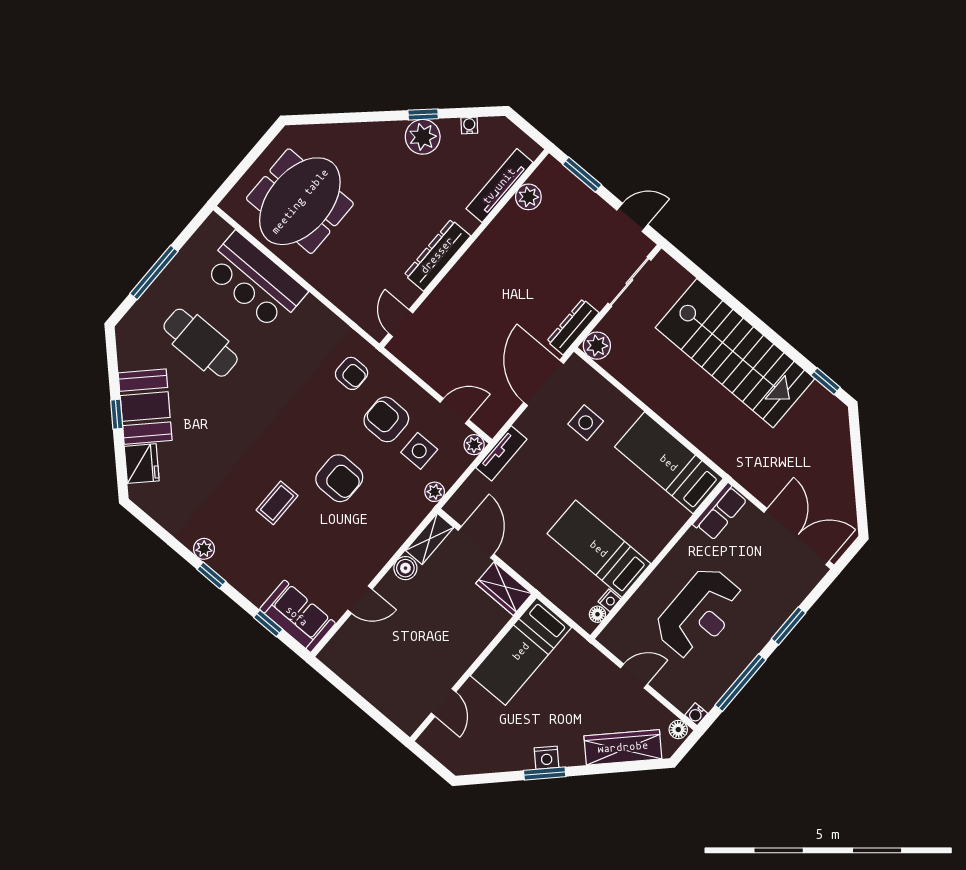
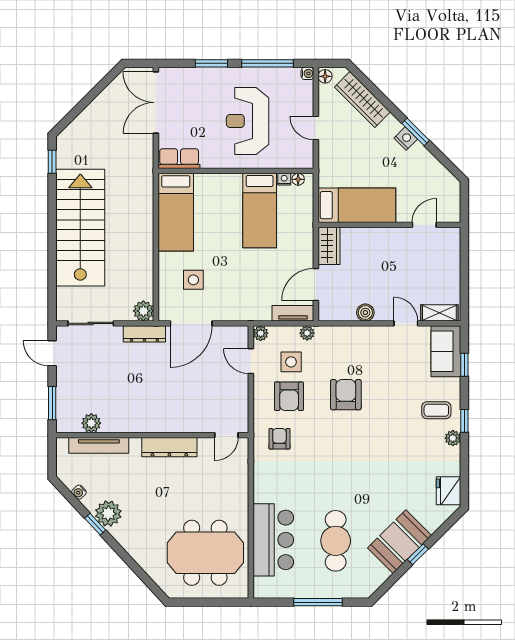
tv unit: (501, 453) -> (293, 313), moved
fridge: (142, 464) -> (449, 491), moved, turned -45
coffee table: (277, 503) -> (436, 410), moved
shelving: (430, 539) -> (439, 313), moved
reception desk: (699, 613) -> (248, 121), turned -90

